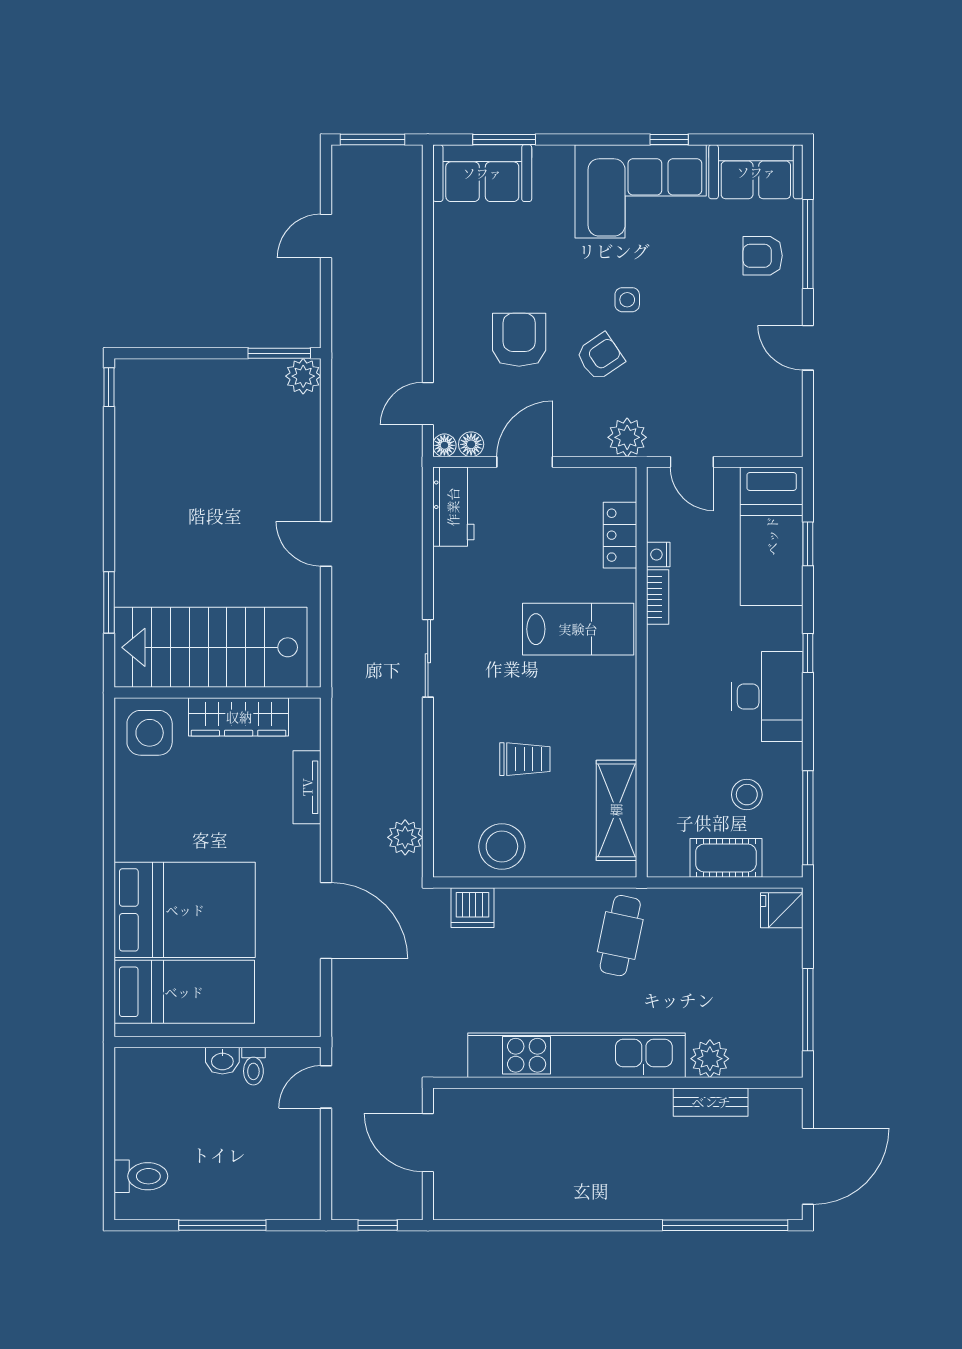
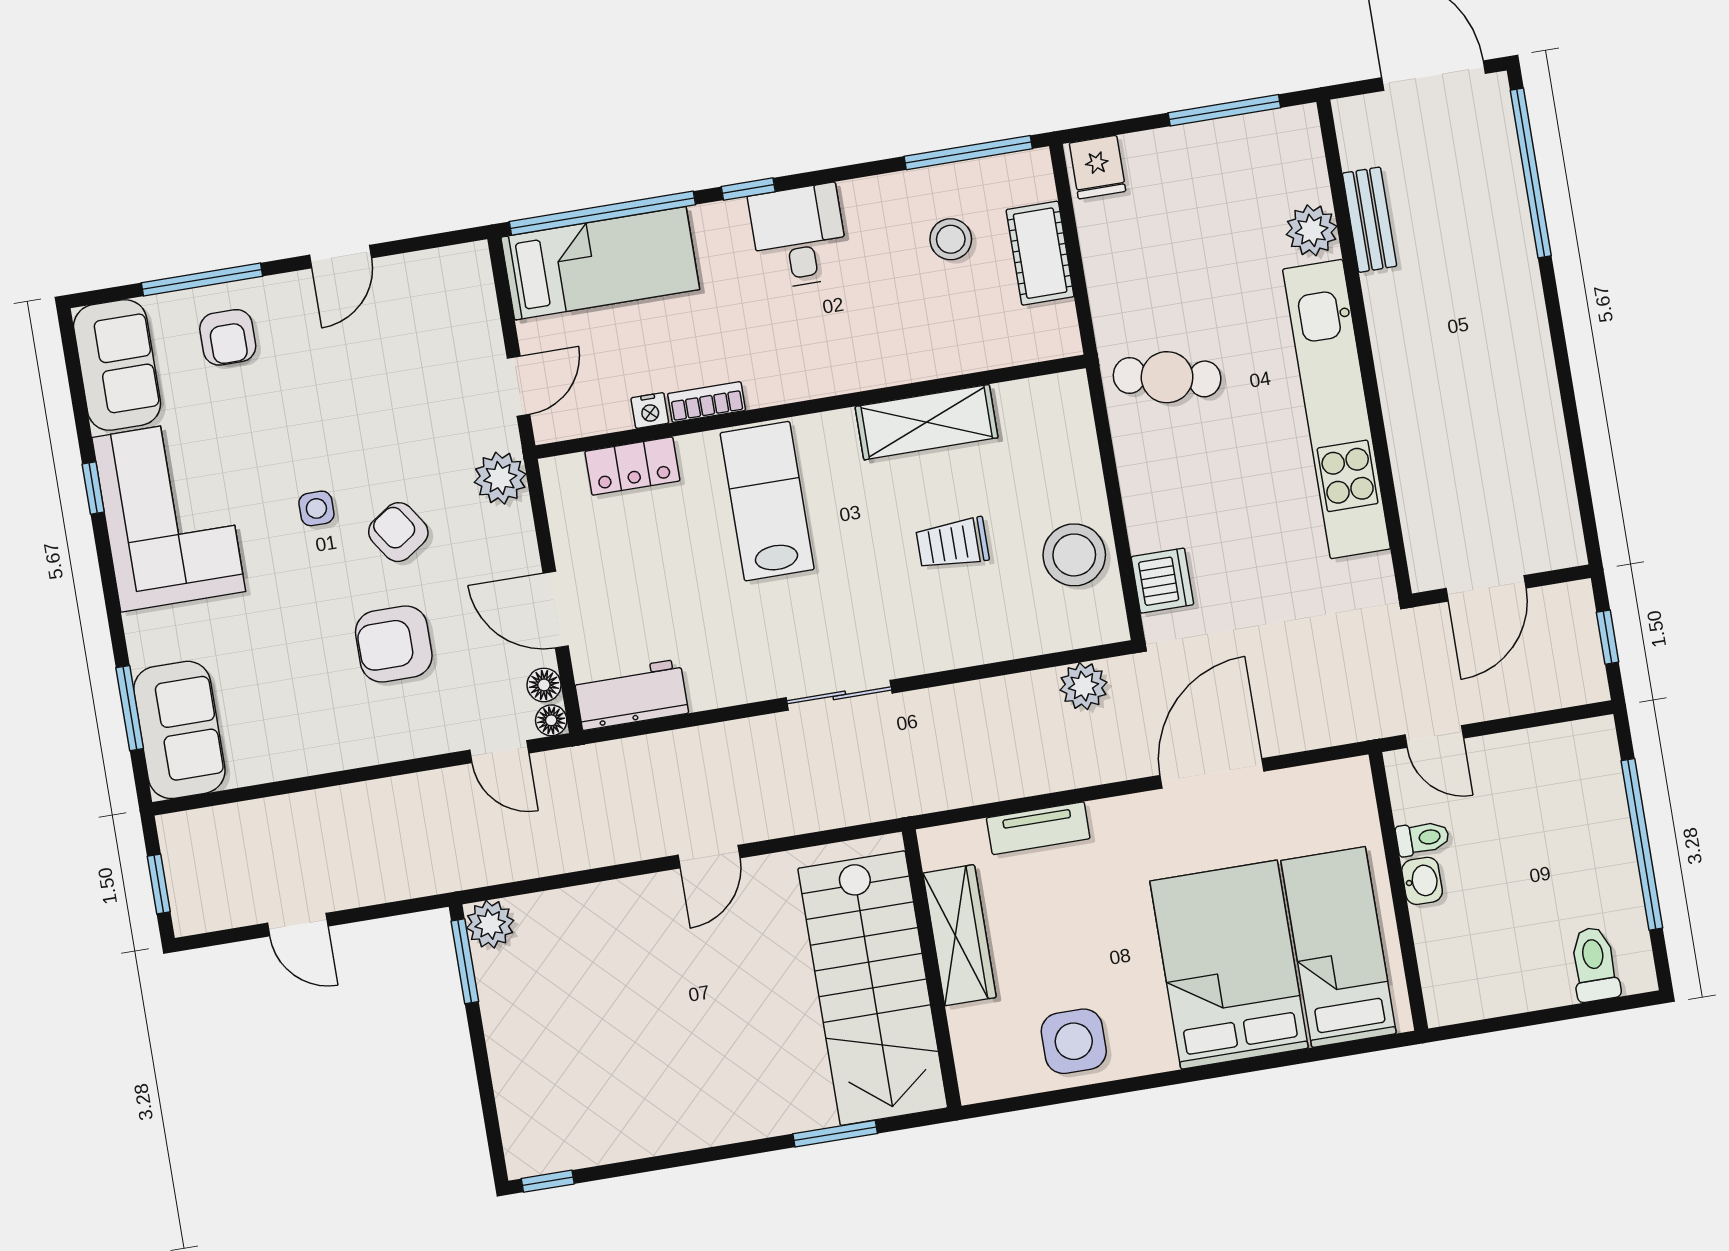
window: (372, 140) -> (159, 884), width x0.67
window: (808, 544) -> (602, 213), width x3.17
desk: (767, 696) -> (799, 236), width x0.73
side table: (150, 733) -> (1074, 1041), moved
trolley: (525, 759) -> (952, 544), turned -90
shelving: (616, 810) -> (927, 422), moved
window: (222, 1225) -> (1642, 844), width x1.46

